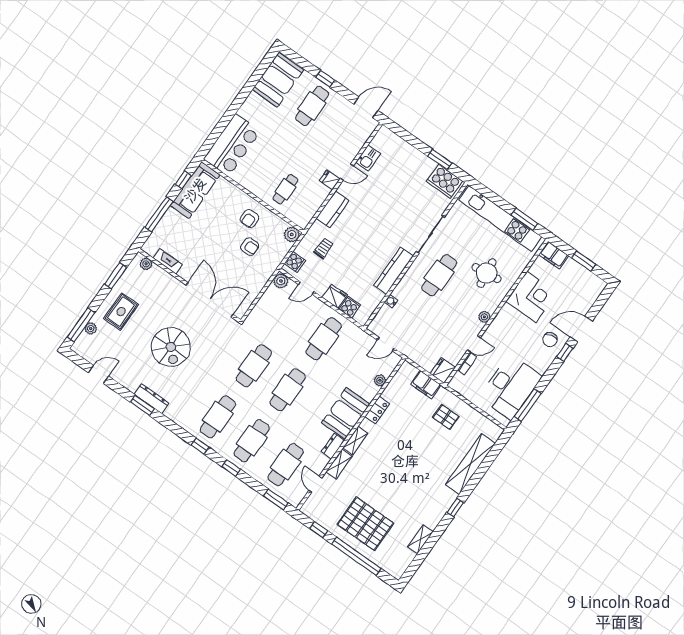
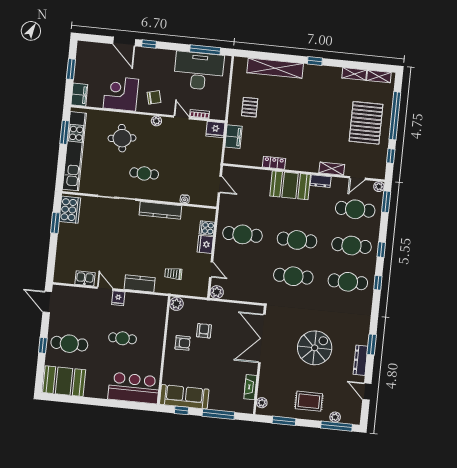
cafe table: (285, 189) -> (123, 338), moved
cooker: (295, 262) -> (196, 289), removed
cafe table: (439, 275) -> (144, 173), width x0.73, depth x0.74
chair: (550, 340) -> (154, 97), moved
plant: (380, 380) -> (379, 187), moved
dresser: (152, 399) -> (361, 360), moved
shelving: (355, 441) -> (379, 76), moved

